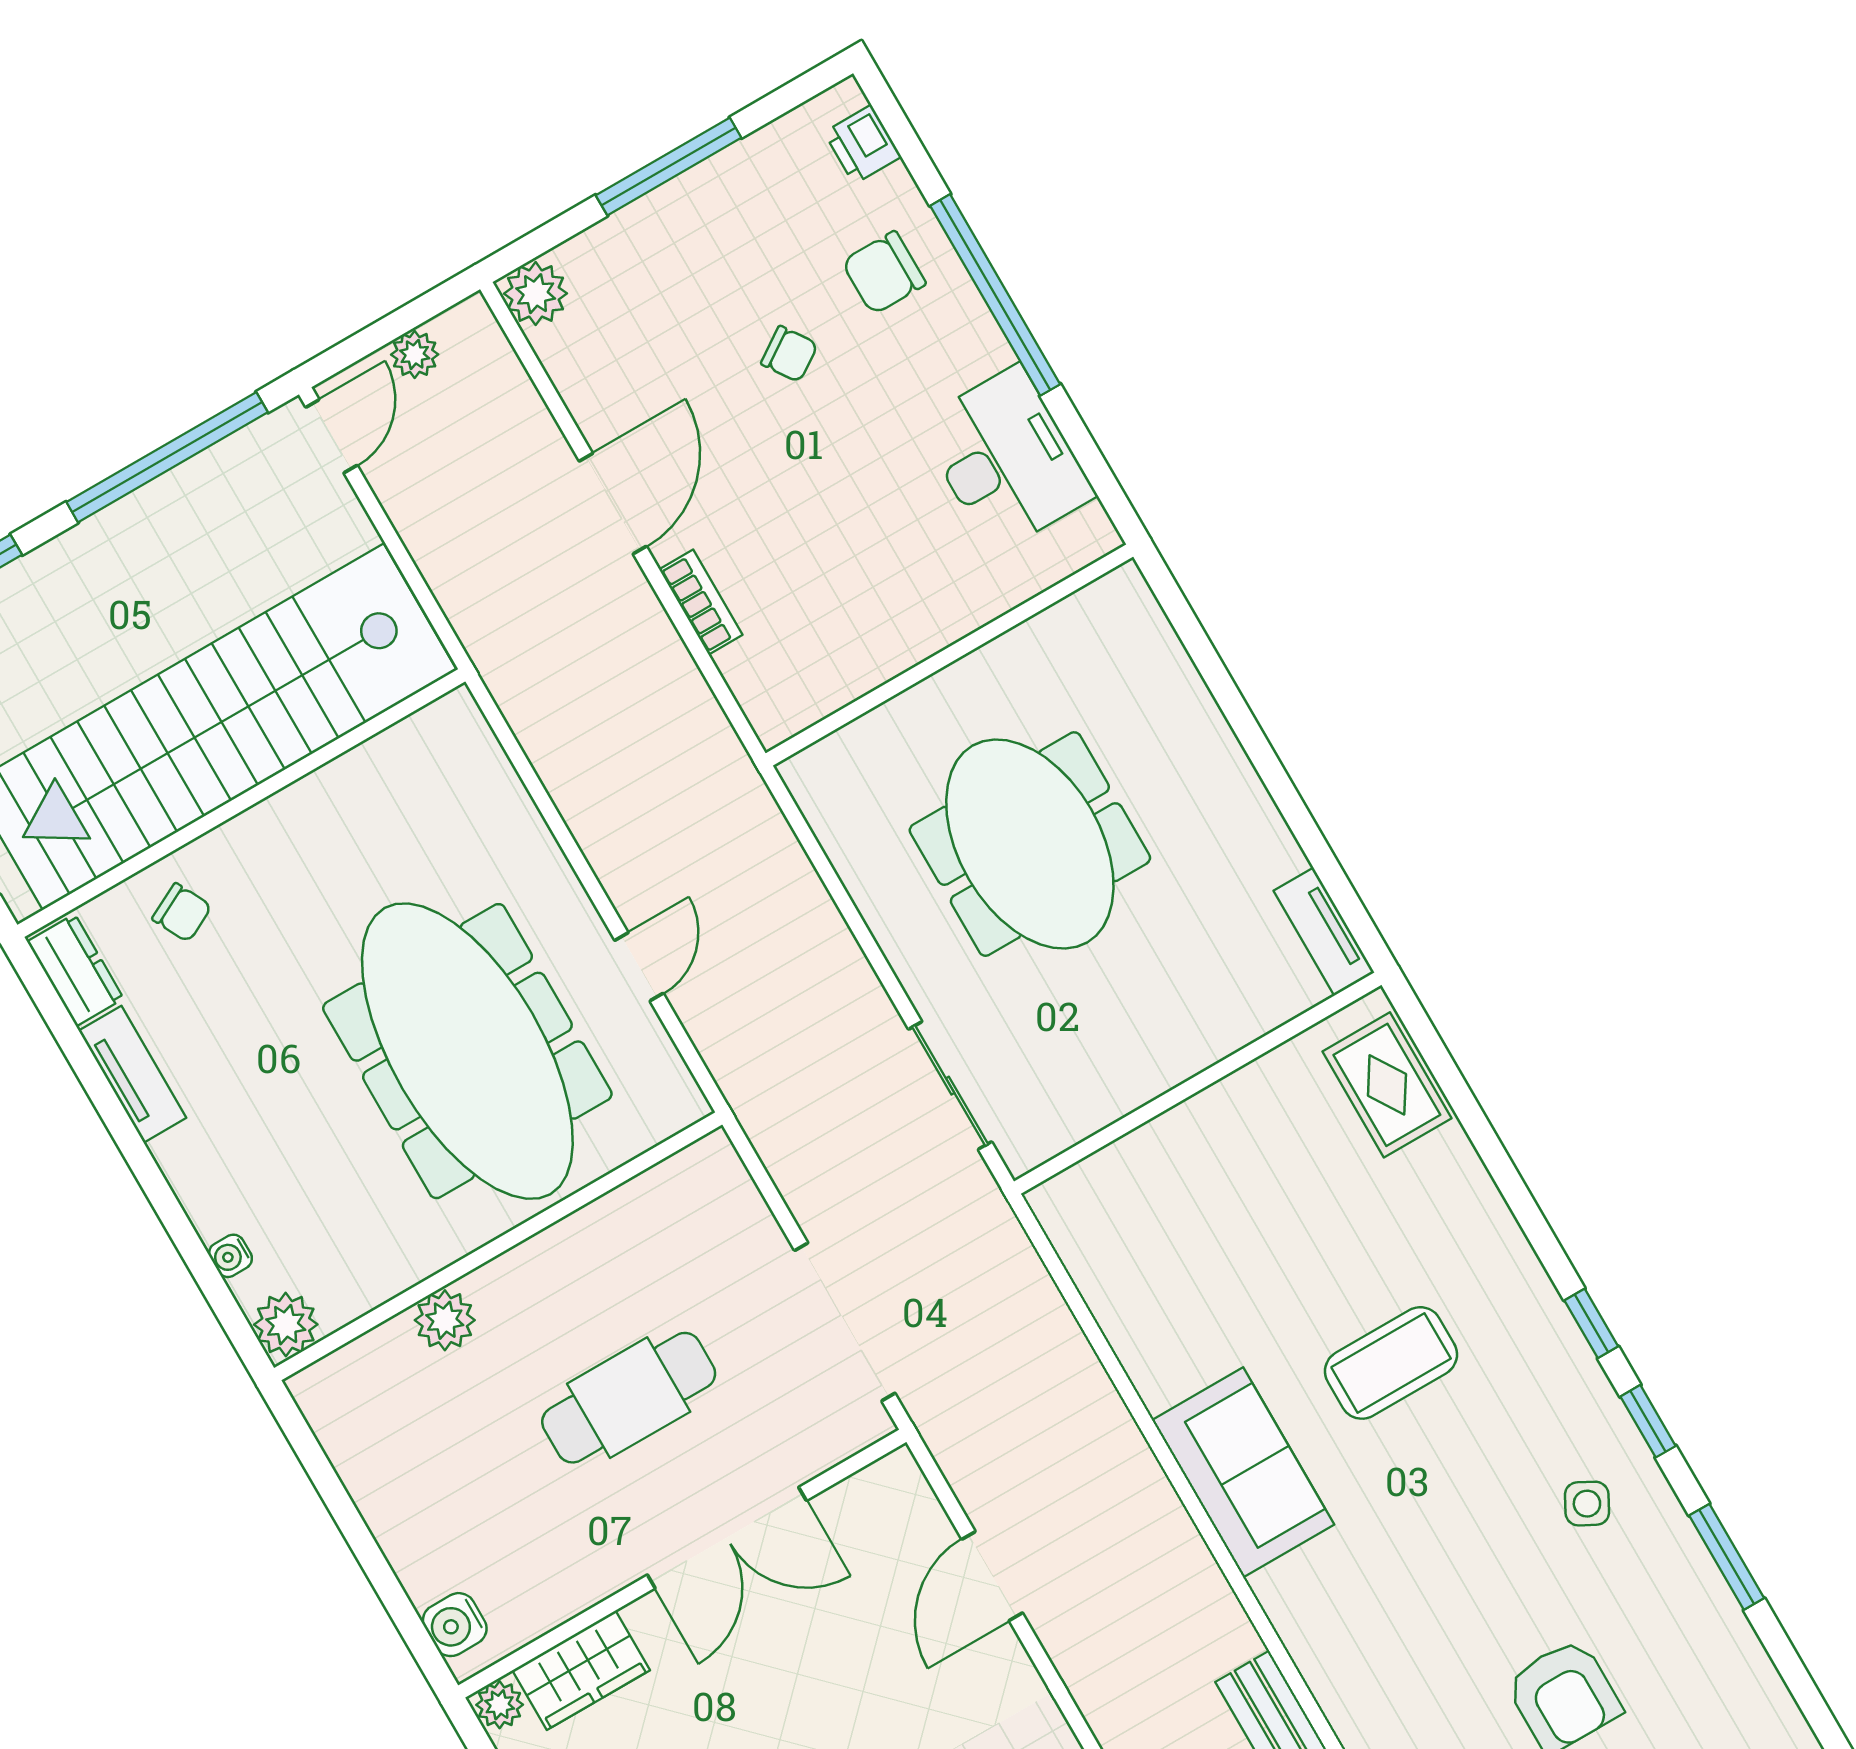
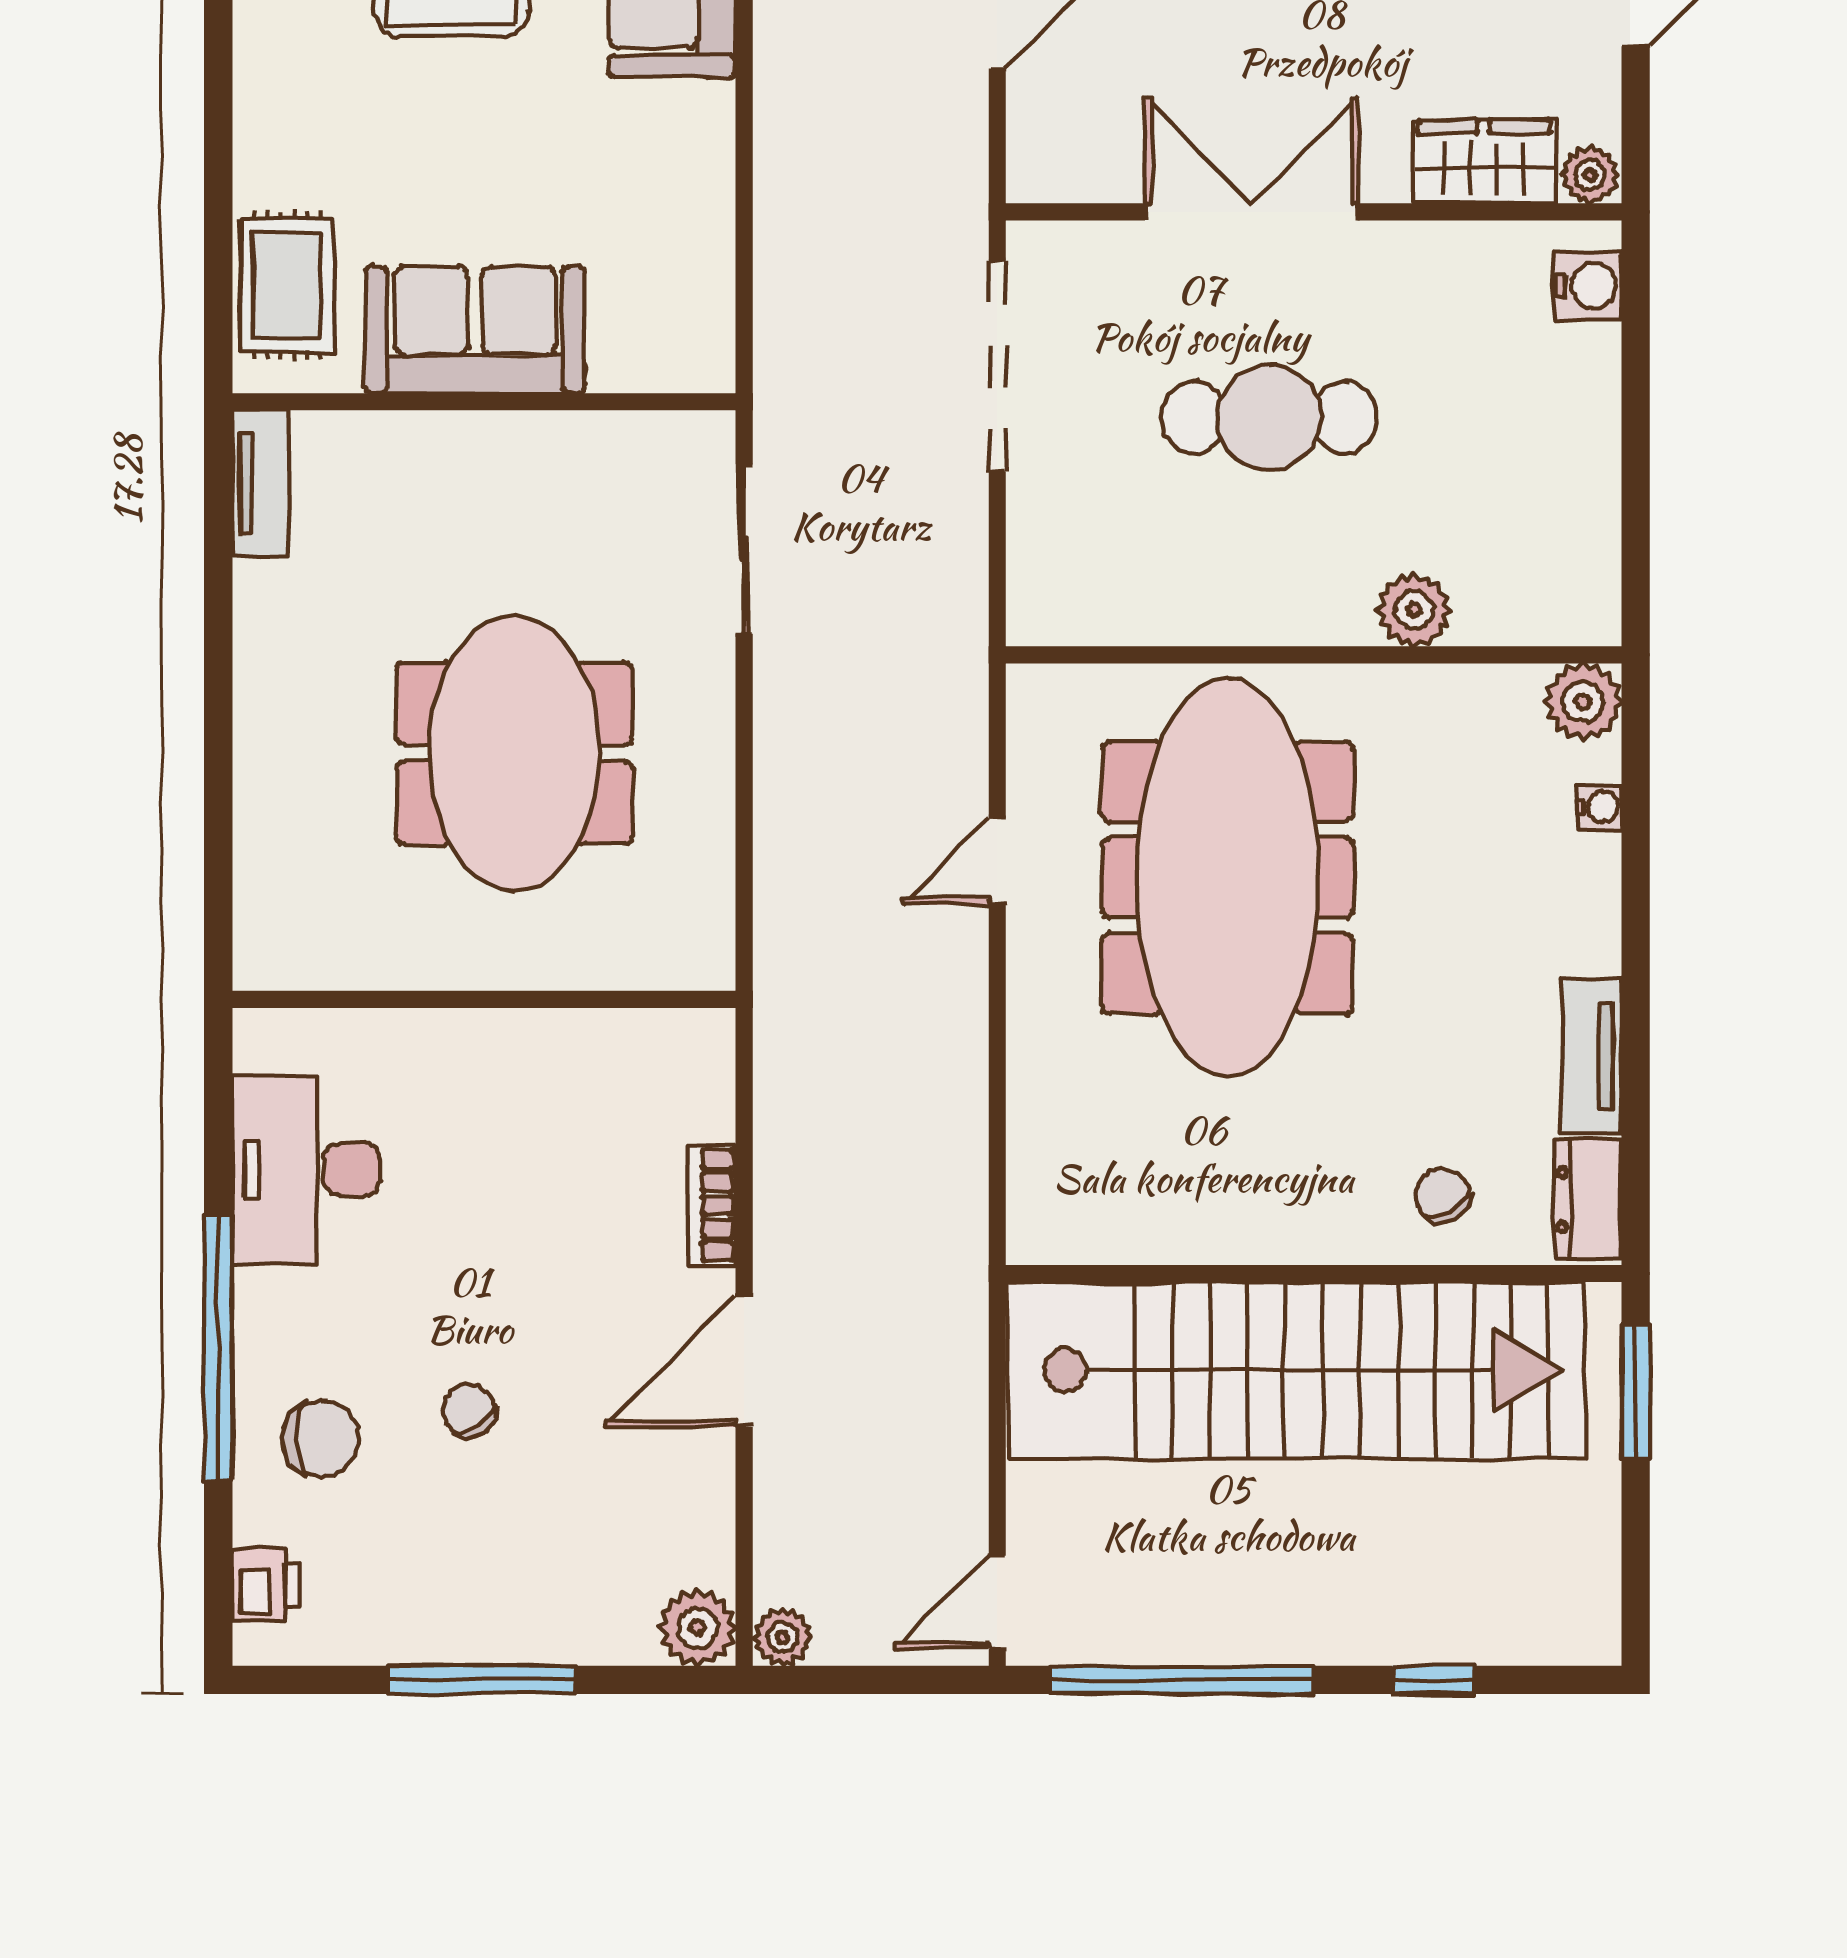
plant: (415, 354) -> (783, 1637), moved
sofa: (1234, 1131) -> (475, 330), added

